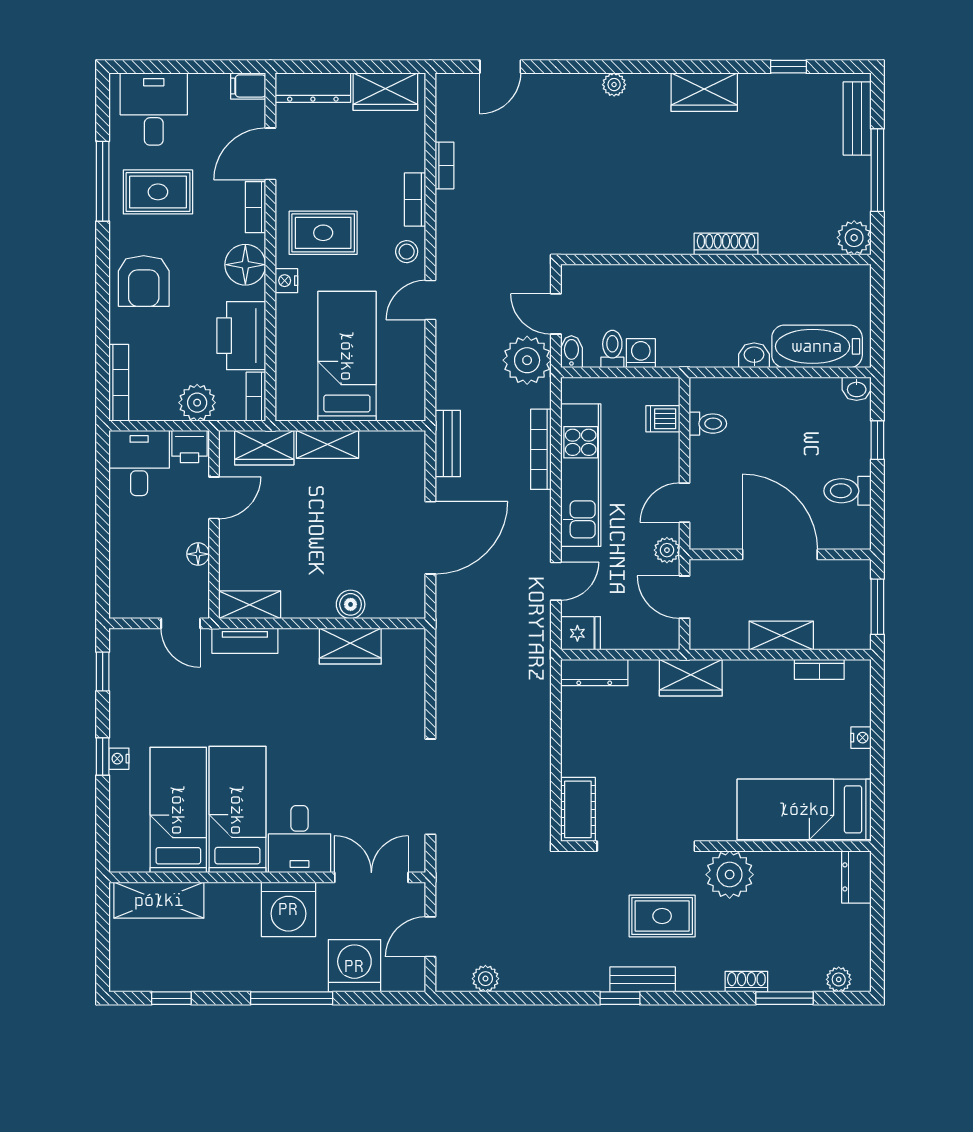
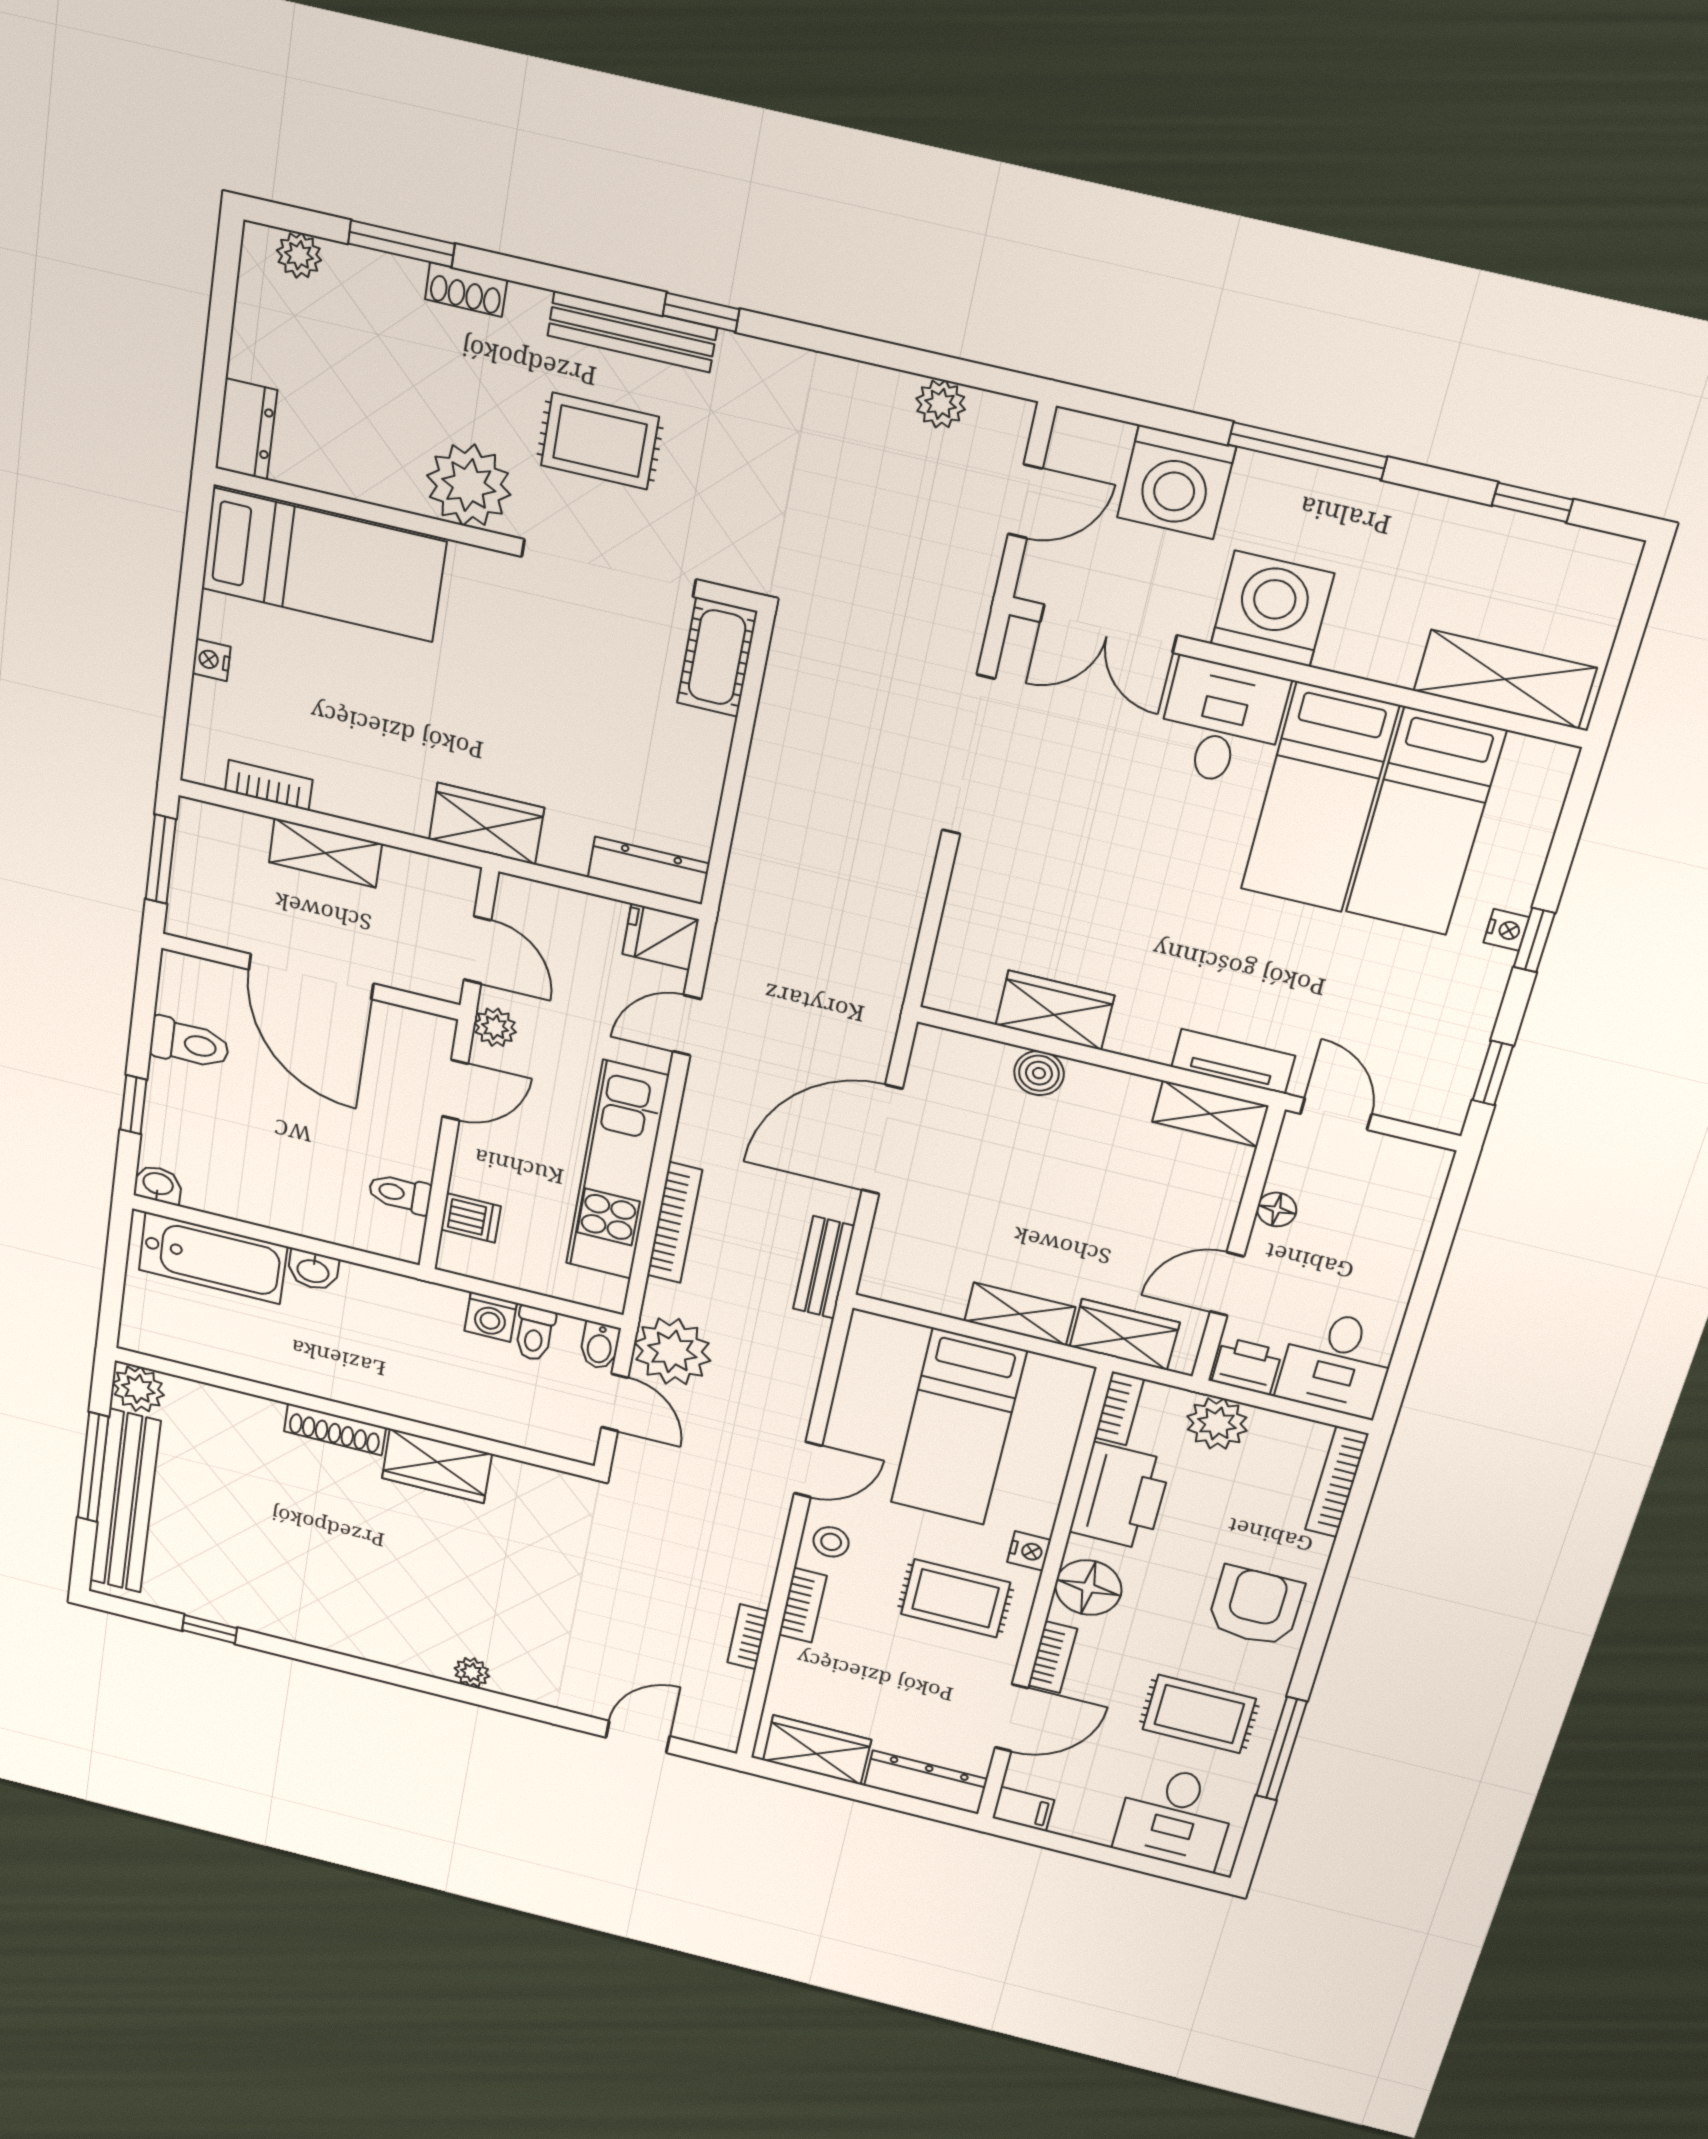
wardrobe: (704, 92) -> (437, 1466), moved, turned 180
bench: (857, 118) -> (125, 1501), width x1.86, depth x1.21
bench: (643, 979) -> (632, 332), width x1.36

